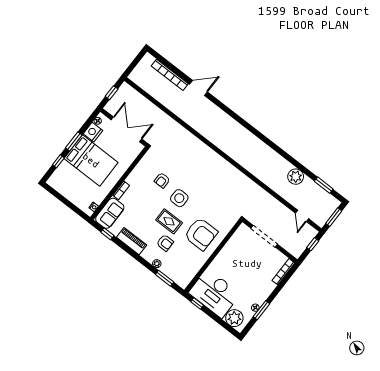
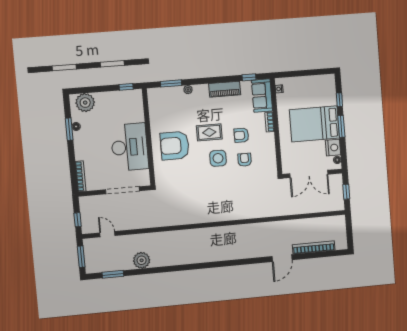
armchair: (165, 243) -> (241, 135), moved
desk: (215, 293) -> (130, 147), moved, turned 90

